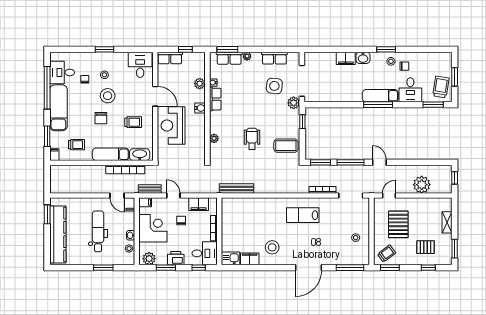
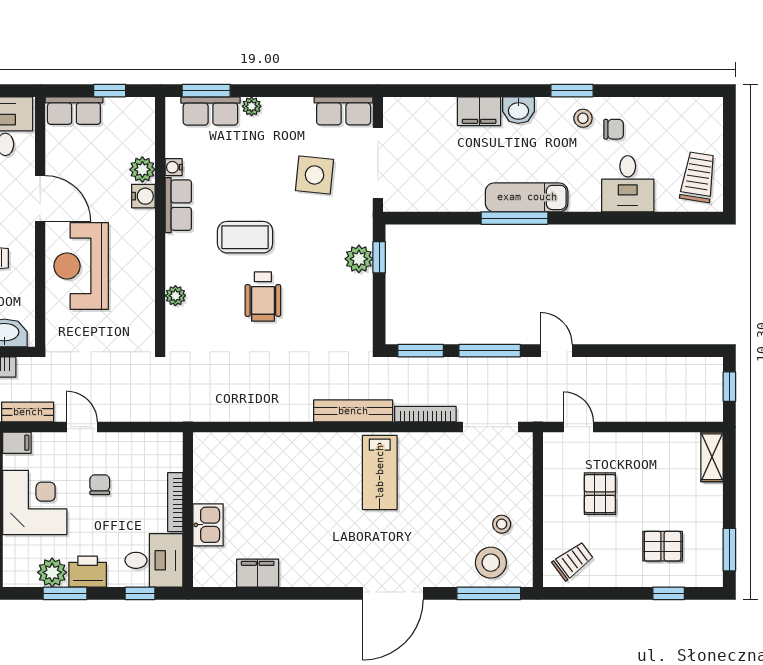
row of seats: (274, 58) -> (344, 111), moved
window: (455, 77) -> (729, 154), removed
exam couch: (380, 96) -> (527, 197), moved
plant: (294, 103) -> (359, 259), moved
window: (378, 105) -> (514, 218), moved
window: (433, 105) -> (680, 218), removed
water cooler: (200, 108) -> (143, 196), moved
wheelchair: (252, 139) -> (263, 297), turned 180
coffee table: (286, 146) -> (245, 237), moved
plant: (422, 185) -> (654, 402), removed
bench: (236, 188) -> (353, 411), moved
door: (389, 195) -> (578, 427), hinge flipped
filing cabinet: (199, 204) -> (140, 447), removed
lab bench: (303, 215) -> (380, 472), turned -90
shelving: (447, 222) -> (712, 457), moved
pallet: (398, 224) -> (600, 494), width x0.67, depth x0.71
stool: (272, 247) -> (491, 563), moved
kitchen sink: (231, 258) -> (208, 525), moved, turned 90
plant: (149, 259) -> (52, 572), moved
window: (390, 268) -> (580, 593), removed

